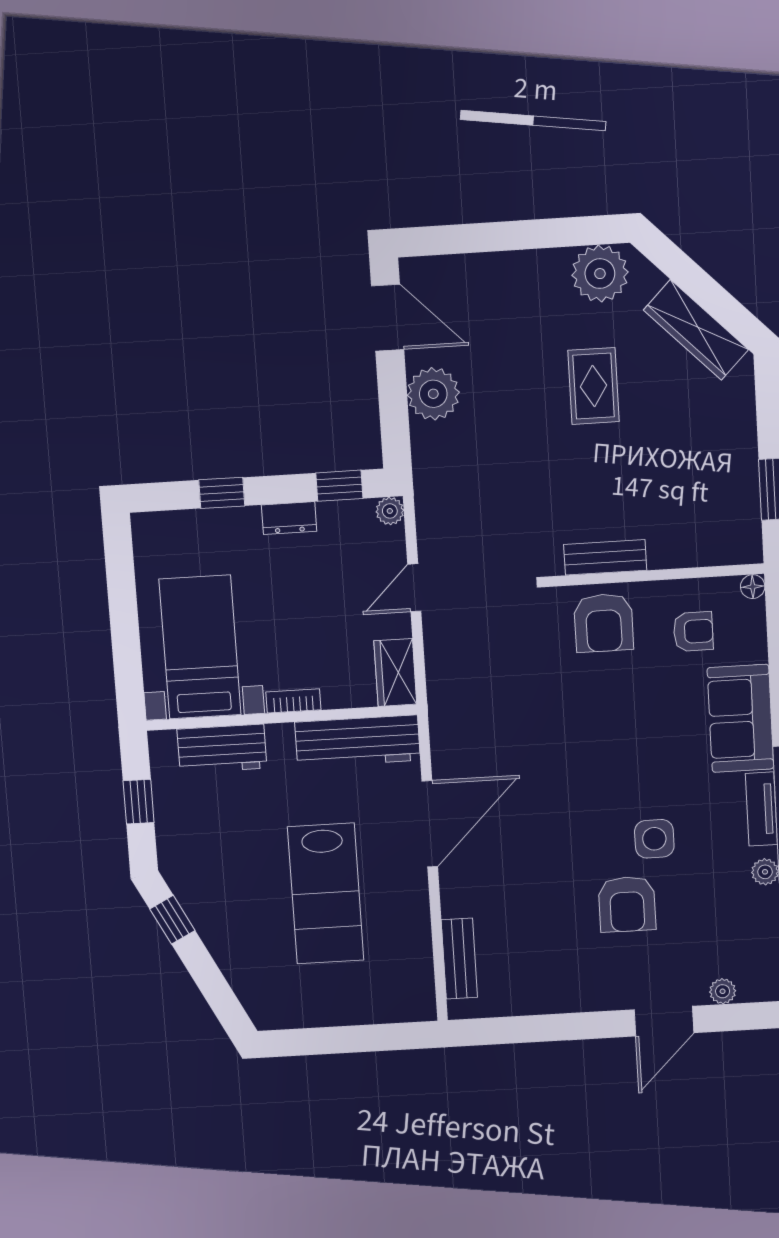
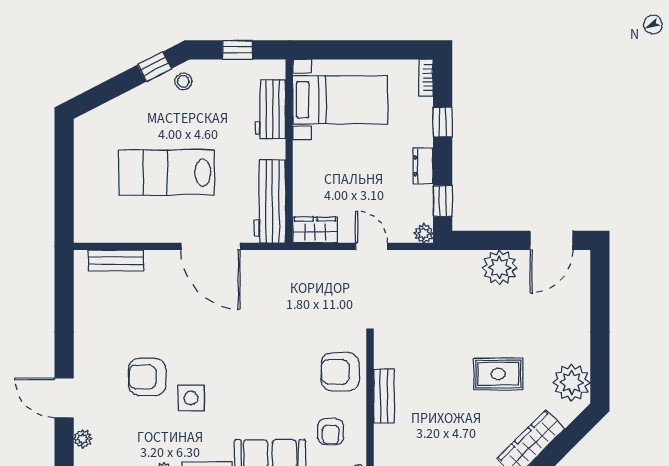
bench: (605, 557) -> (384, 396), moved
bookcase: (293, 701) -> (426, 78), moved, turned 180
stool: (191, 877) -> (183, 81), added

